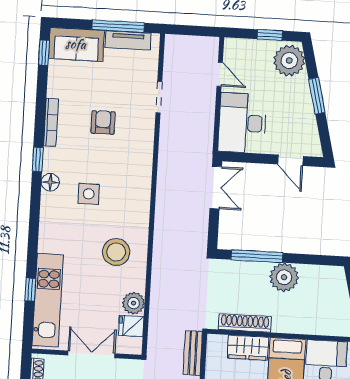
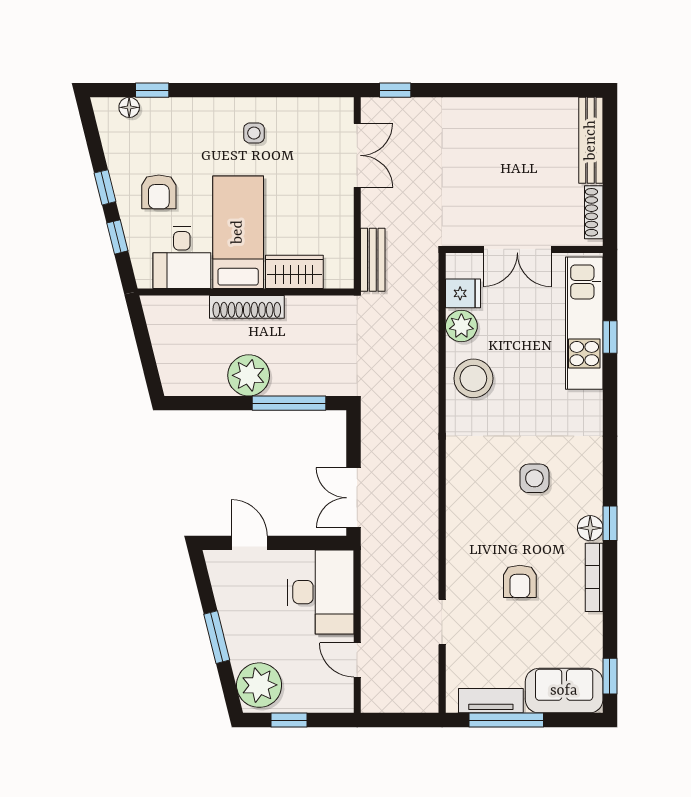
floor lamp: (50, 182) -> (590, 528), moved
stool: (116, 252) -> (473, 378), moved
shoe rack: (245, 323) -> (247, 307), moved

